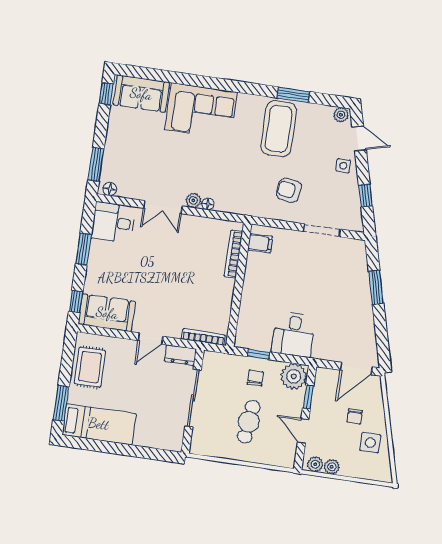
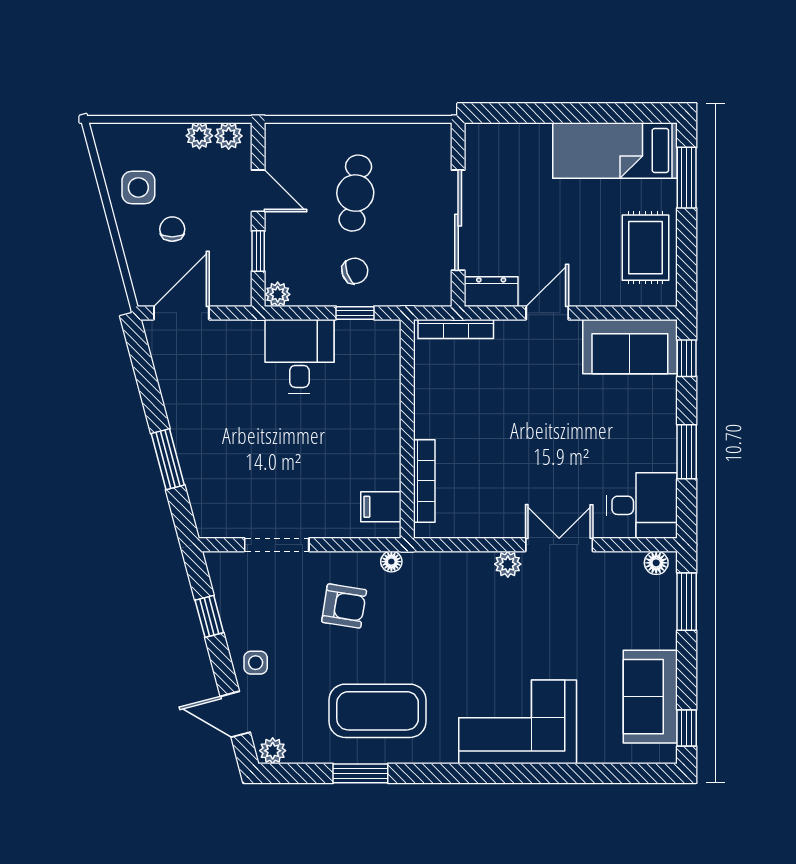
sofa: (141, 94) -> (650, 697), moved, turned -90
coffee table: (279, 129) -> (378, 711), turned 90
floor lamp: (208, 204) -> (391, 562), moved
plant: (294, 376) -> (278, 294), width x0.53, depth x0.53
chair: (255, 378) -> (355, 271), turned -110

